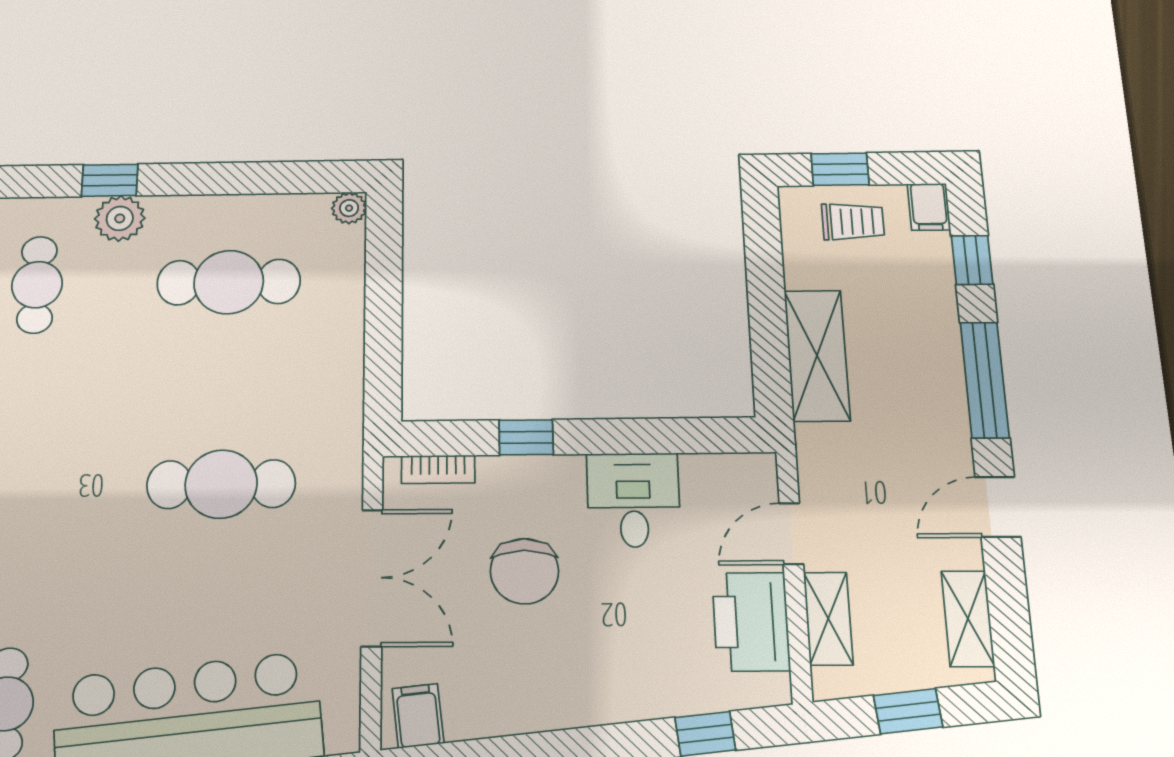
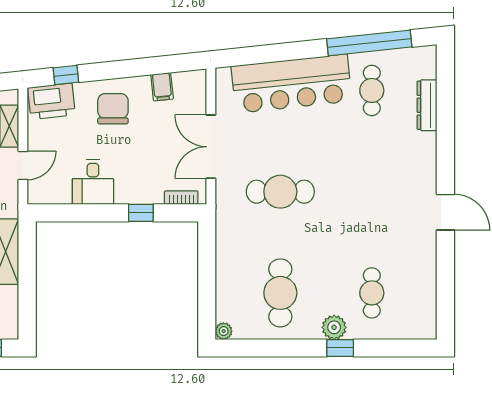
cafe table: (229, 282) -> (280, 293), turned 90
chair: (524, 571) -> (113, 109), moved
printer: (751, 622) -> (52, 101), moved, turned 84
filing cabinet: (418, 716) -> (162, 87), moved

